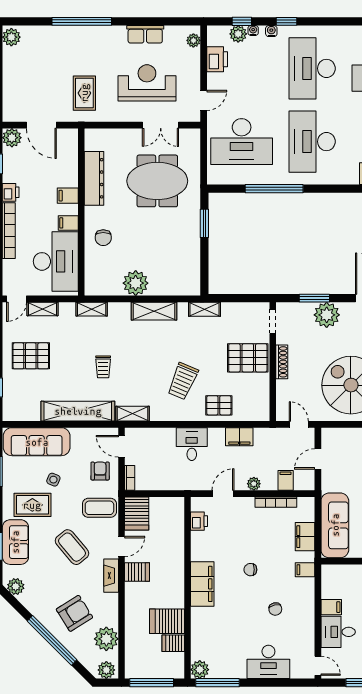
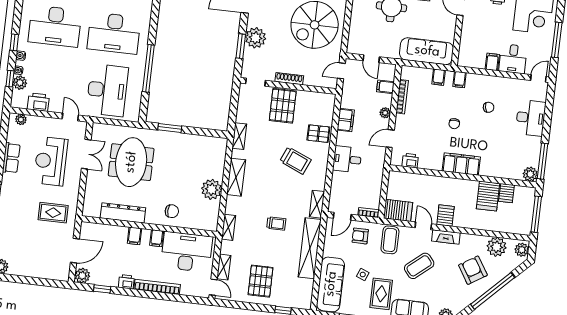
pallet: (219, 405) -> (318, 134), turned 90
door: (223, 494) -> (390, 139), hinge flipped
filing cabinet: (305, 537) -> (439, 77), width x0.50

